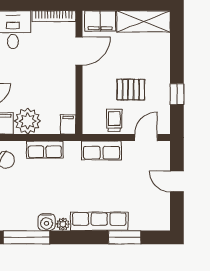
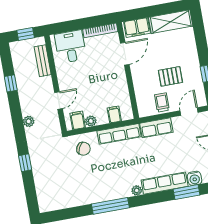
plant: (28, 121) -> (91, 121), width x0.53, depth x0.53
filing cabinet: (68, 124) -> (114, 114), moved
row of seats: (45, 150) -> (119, 134), width x1.48
water cooler: (47, 222) -> (195, 178), moved

